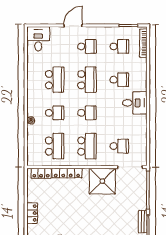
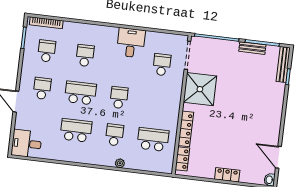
desk: (135, 103) -> (131, 43), moved
school desk: (87, 146) -> (157, 102), removed

